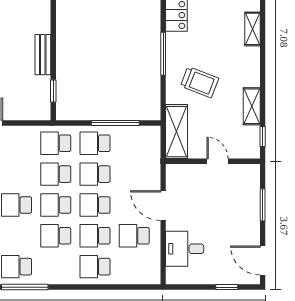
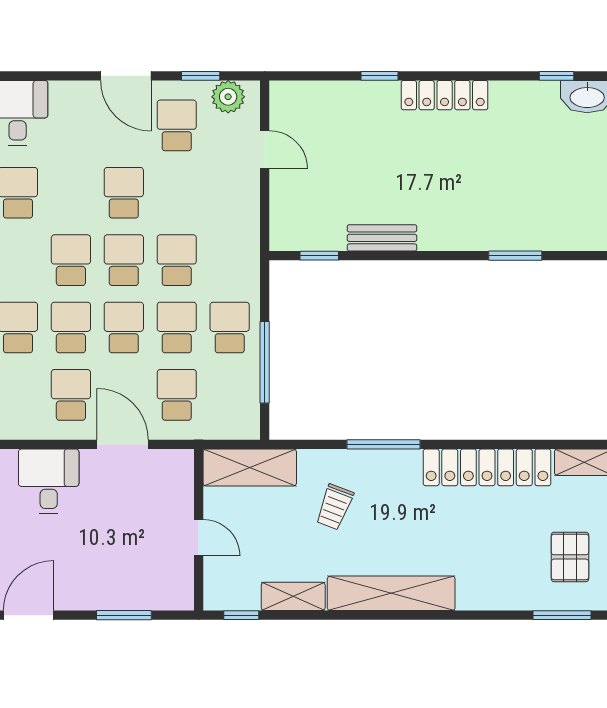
shelving: (252, 29) -> (391, 593), width x2.20, depth x1.33
trolley: (200, 82) -> (335, 507), width x0.73, depth x0.72
school desk: (56, 143) -> (177, 395), moved
door: (217, 161) -> (199, 538), hinge flipped
door: (163, 206) -> (123, 444), hinge flipped

